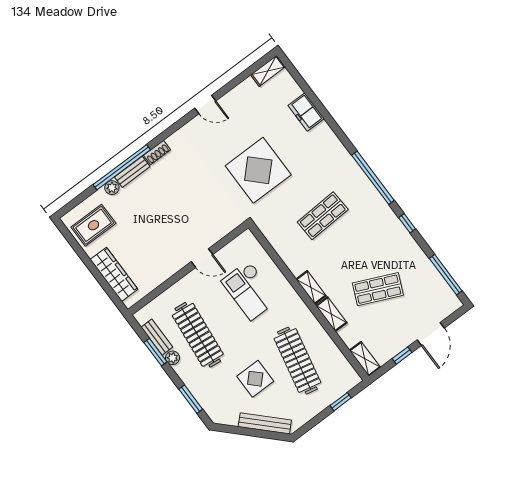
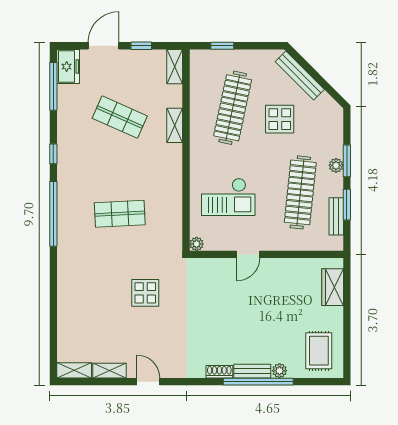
freezer: (306, 112) -> (68, 67), moved
display table: (258, 170) -> (145, 293), width x0.54, depth x0.54
rug: (93, 225) -> (319, 351), turned 90
plant: (247, 237) -> (197, 244), added
door: (202, 258) -> (248, 254), swing flipped
wardrobe: (114, 274) -> (333, 287), width x0.67
shelving: (311, 287) -> (110, 371), moved, turned 90
checkout: (250, 290) -> (228, 197), turned 90
plant: (173, 358) -> (336, 165), moved
window: (191, 399) -> (347, 161), moved

